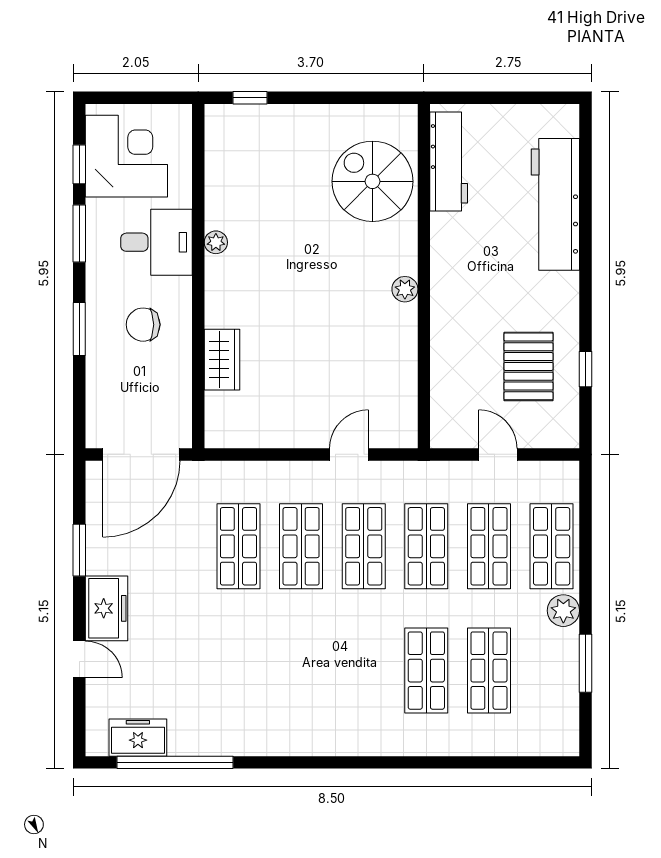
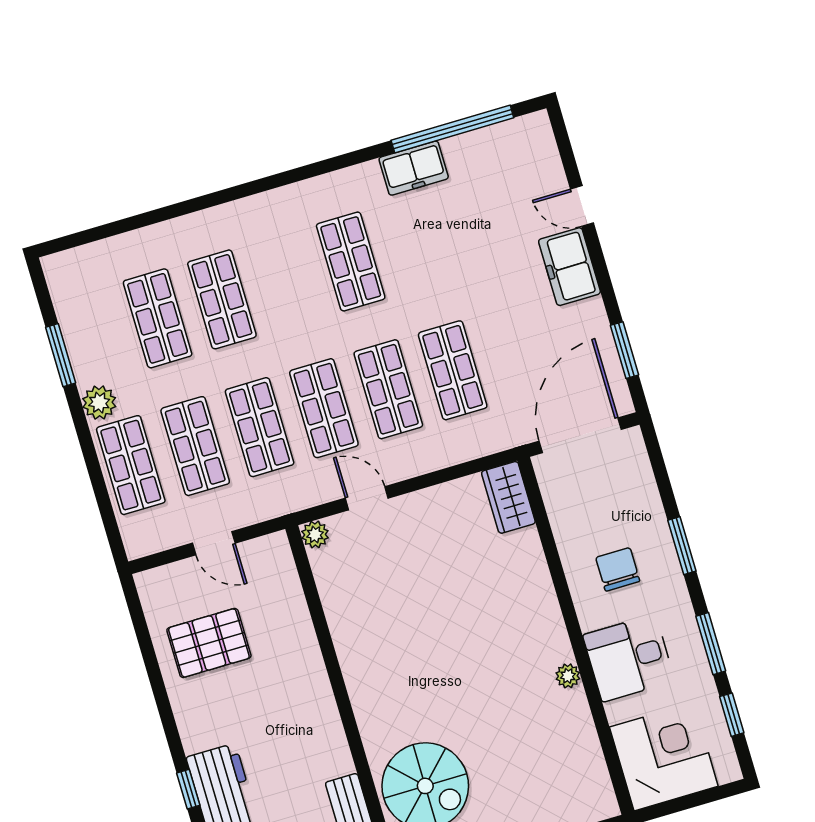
corner desk: (126, 156) -> (664, 757), moved, turned 180
plant: (405, 289) -> (315, 535), moved
chair: (143, 325) -> (618, 569), turned -90
wardrobe: (222, 360) -> (508, 497), moved
pallet: (528, 366) -> (209, 643), turned 90
window: (585, 369) -> (188, 789), moved
door: (349, 454) -> (367, 498), swing flipped
window: (79, 550) -> (624, 350), moved
shop shelf: (301, 671) -> (351, 262), added
freezer: (138, 738) -> (414, 168), moved

